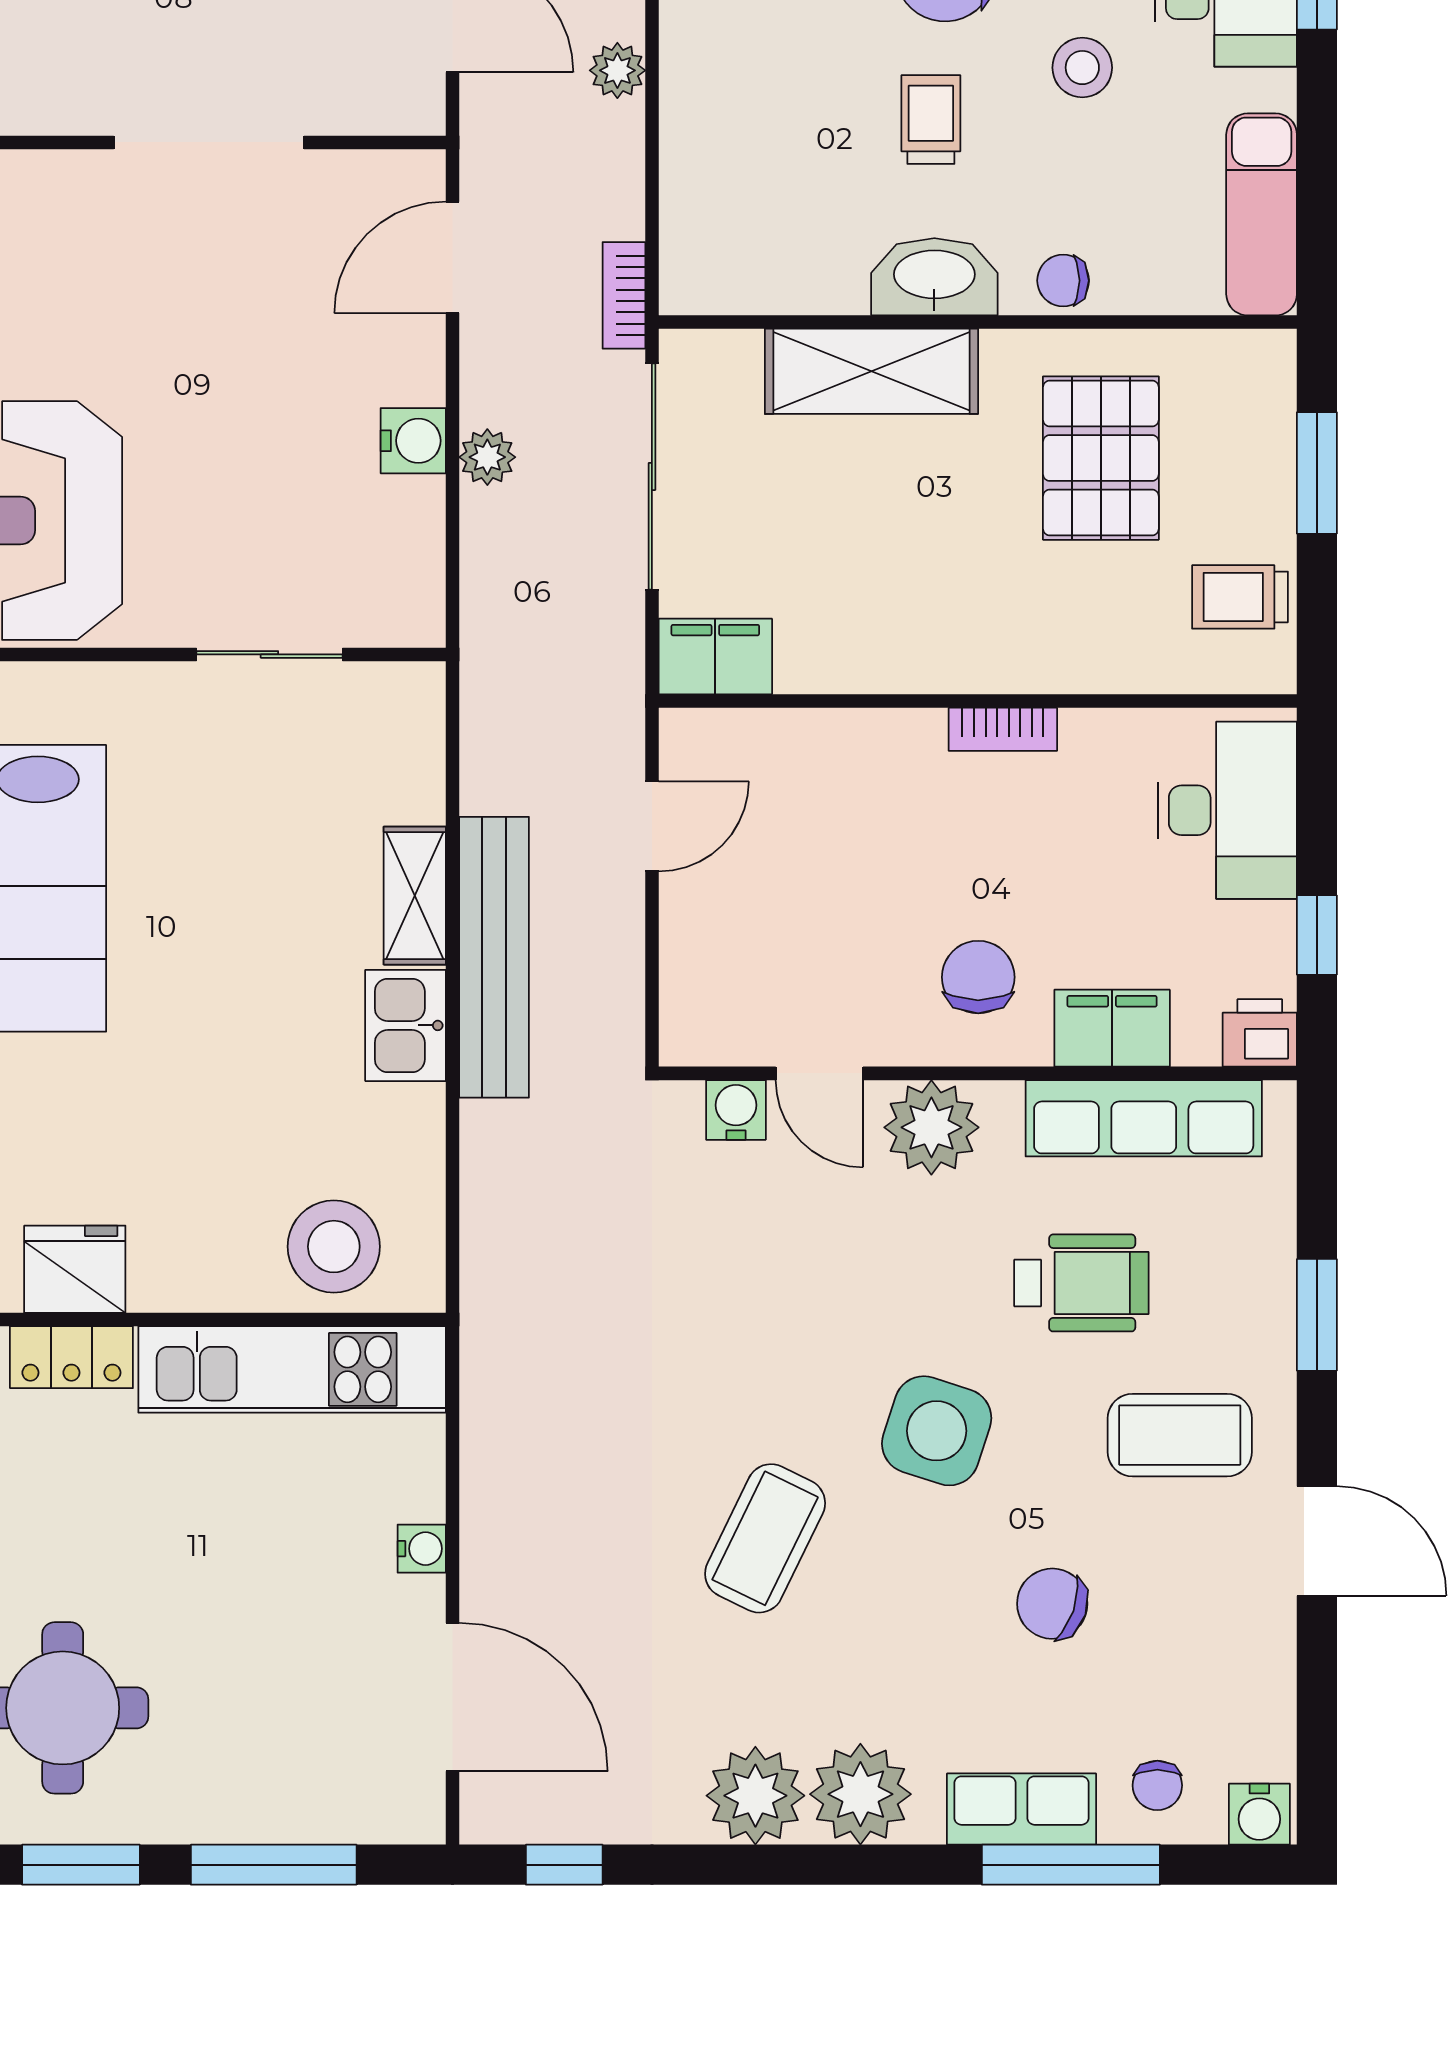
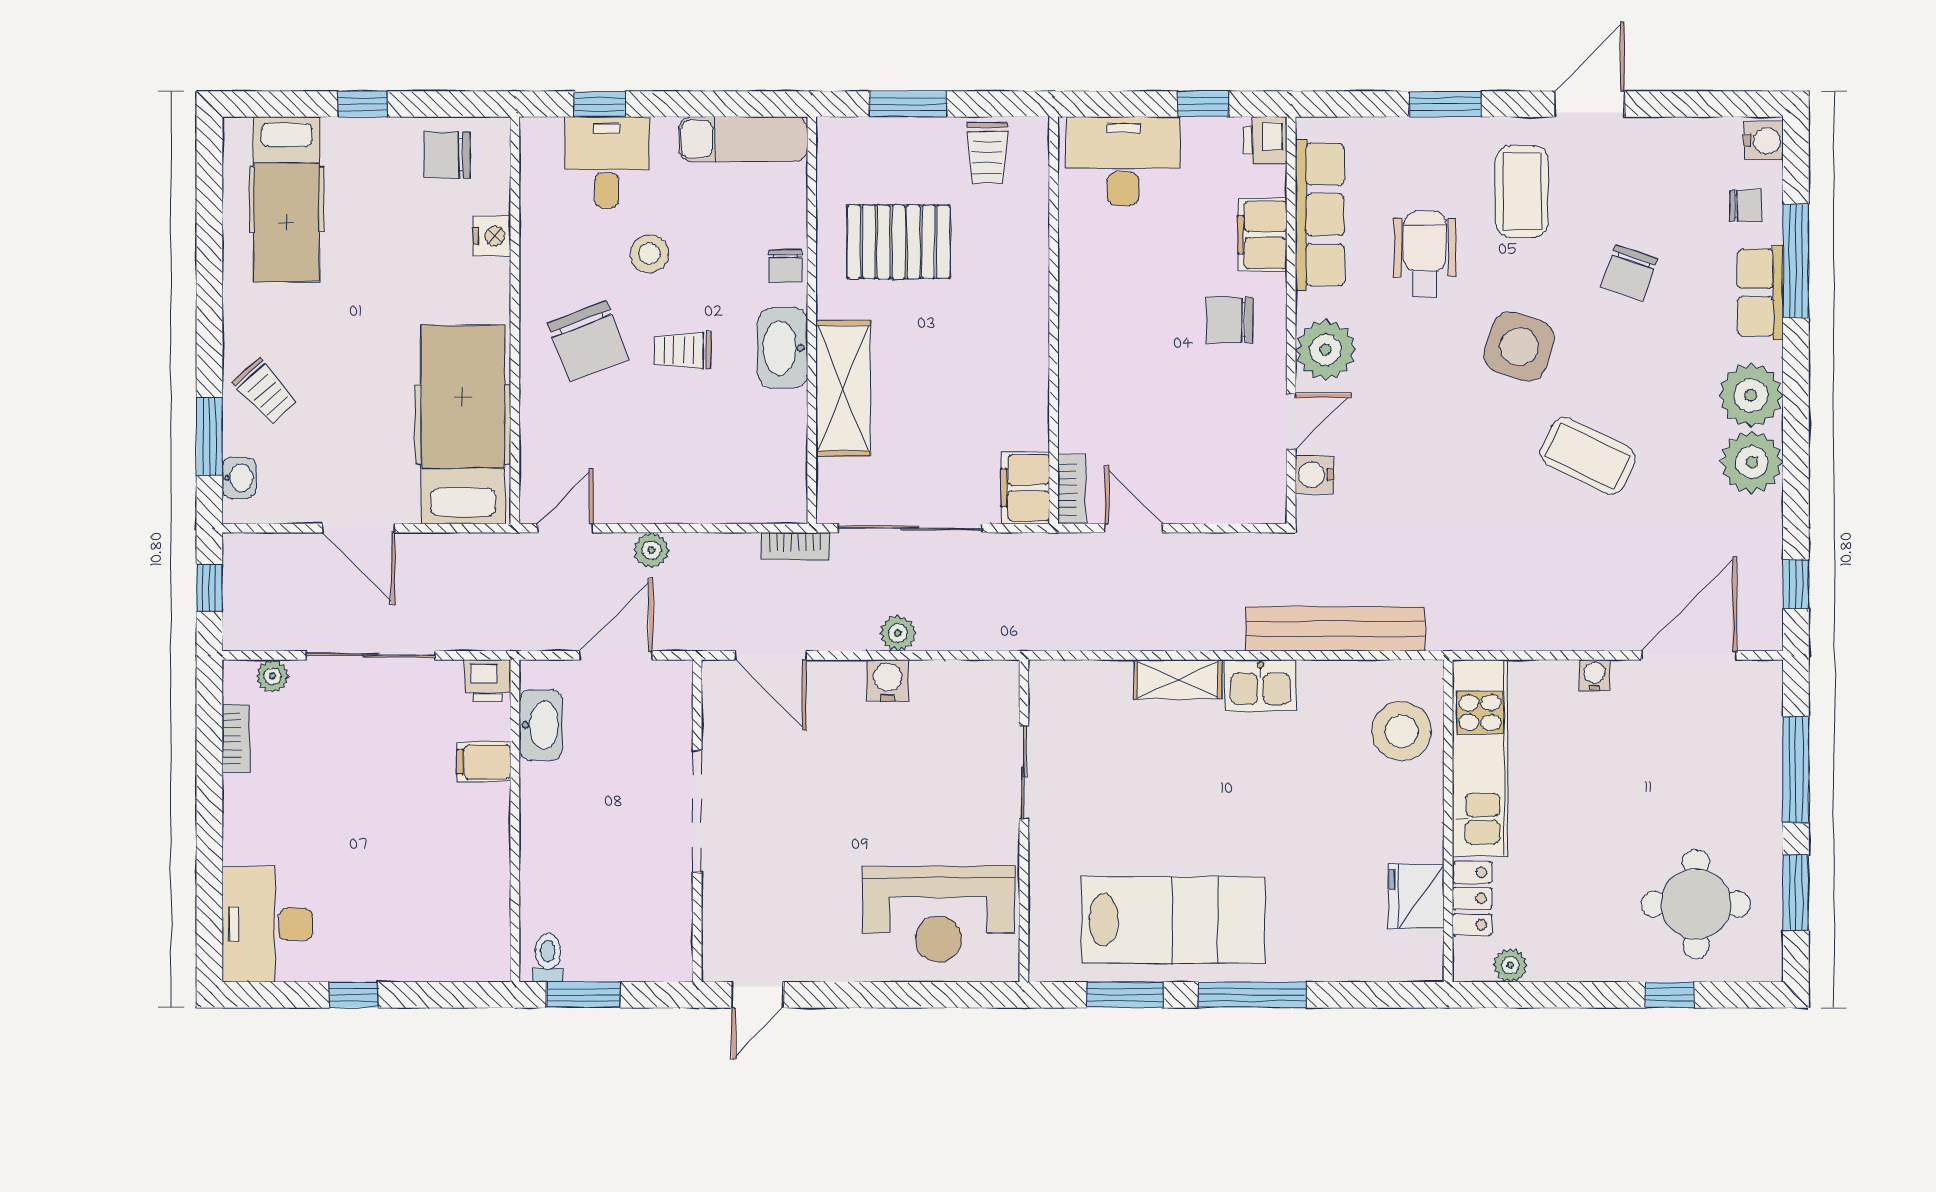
bookcase: (1003, 729) -> (1072, 489), moved
bench: (494, 957) -> (1335, 629), moved

